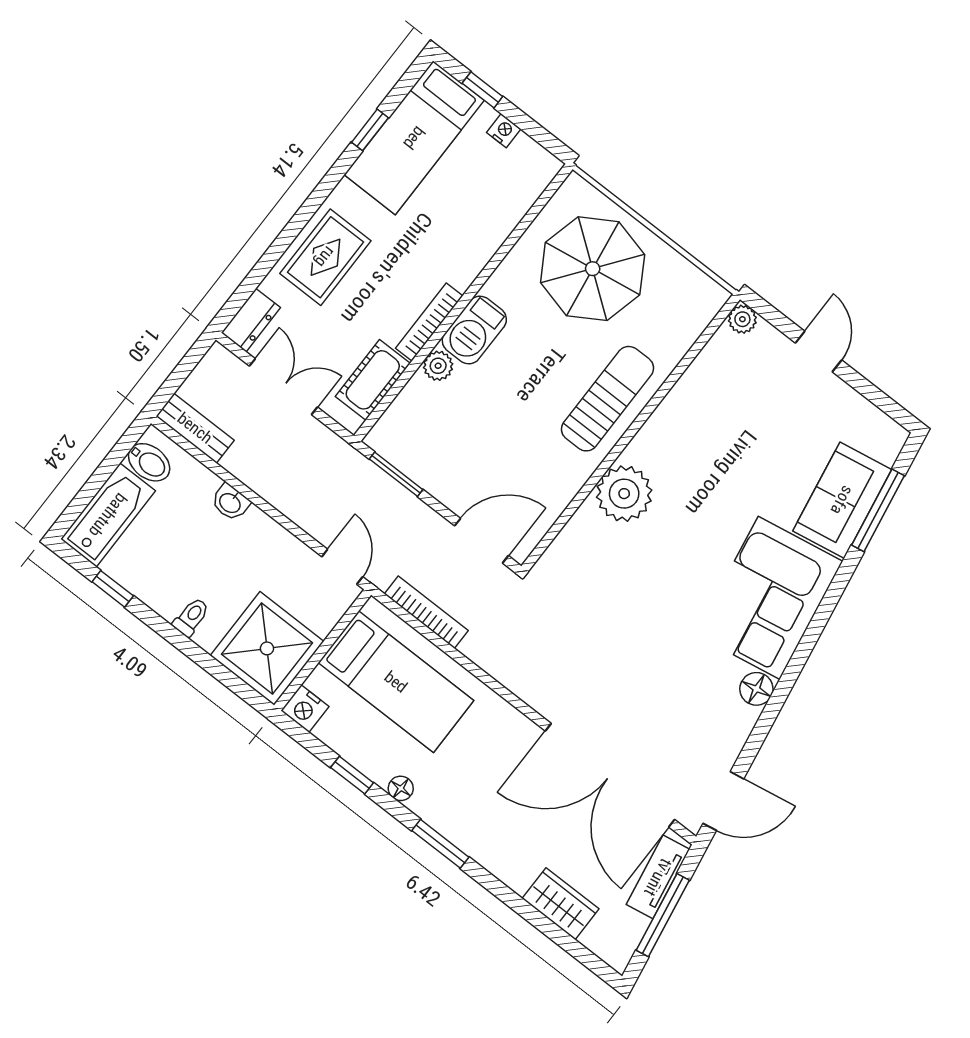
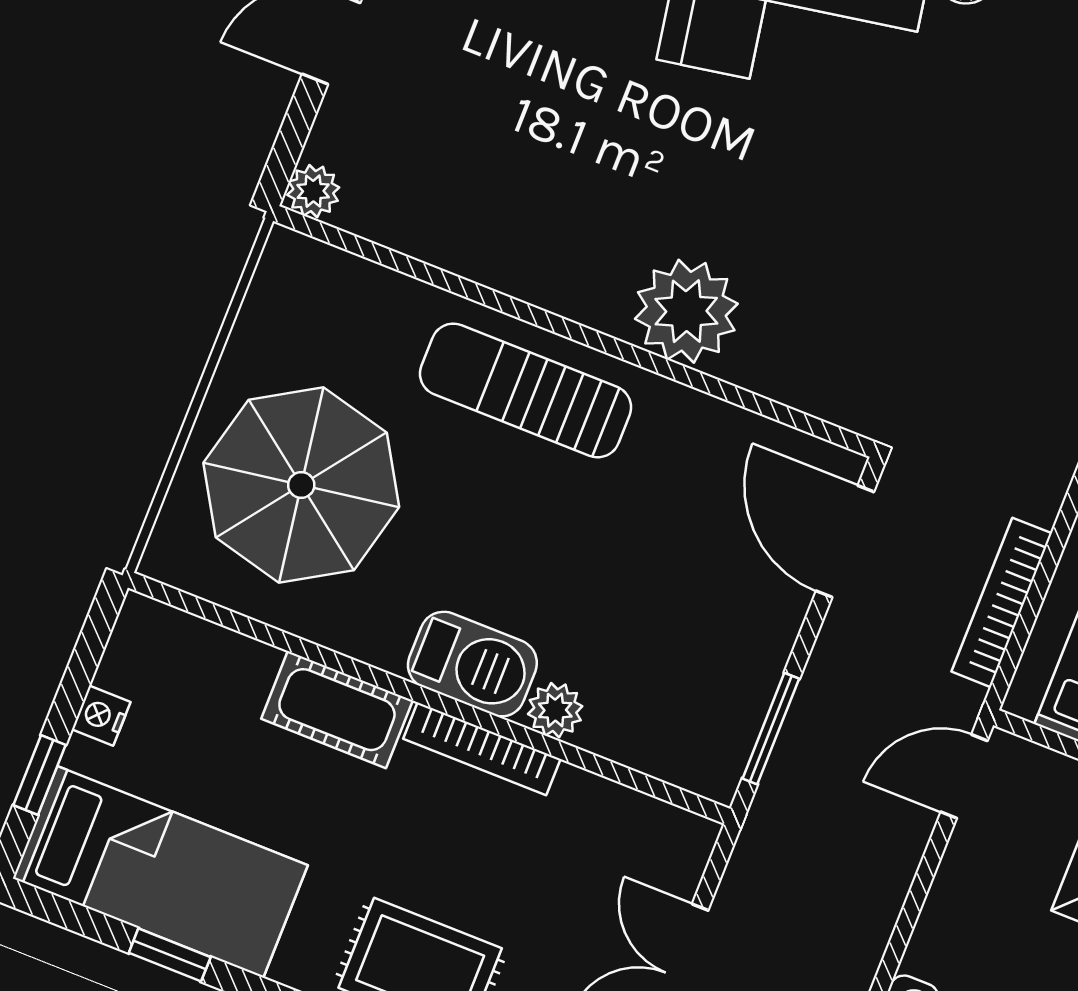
cot: (373, 380) -> (337, 710), moved

